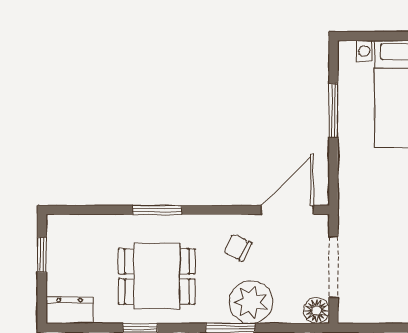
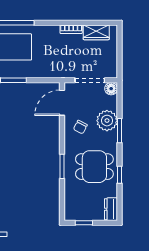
door: (287, 210) -> (62, 103), hinge flipped
dining table: (157, 276) -> (94, 167), turned 90

